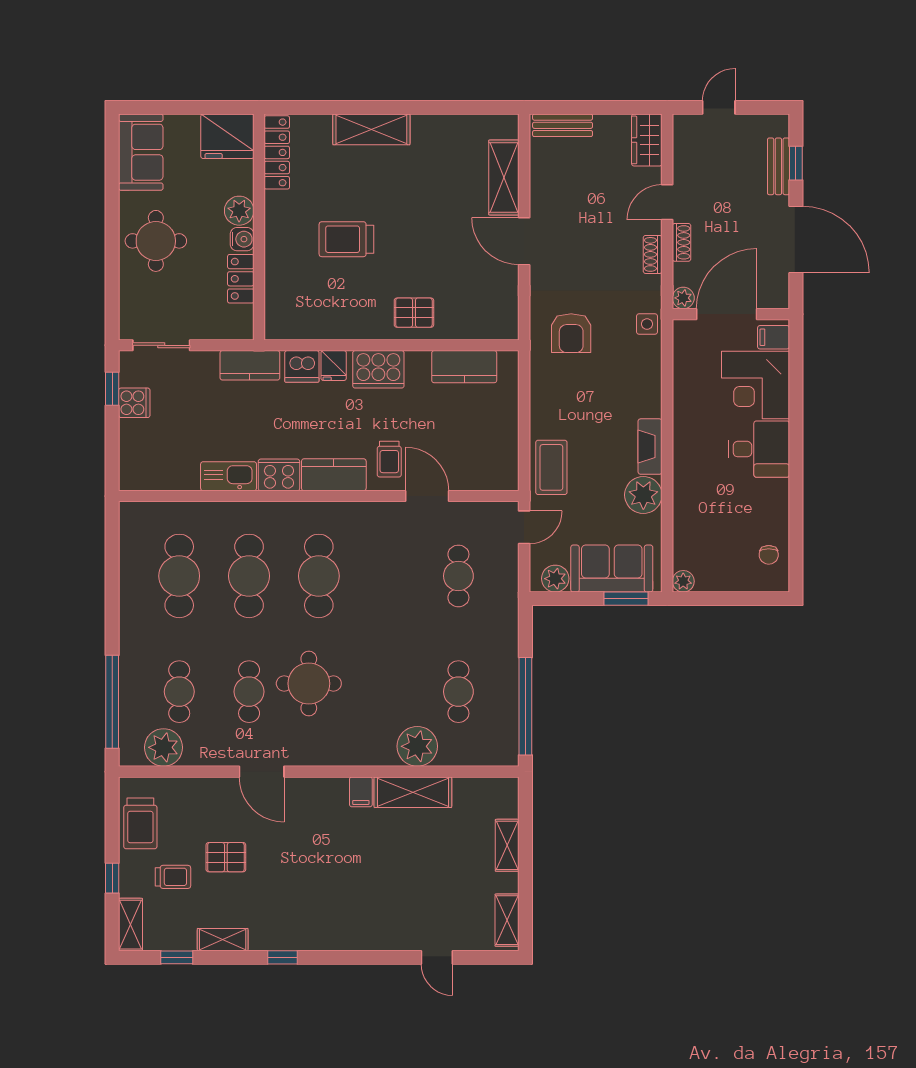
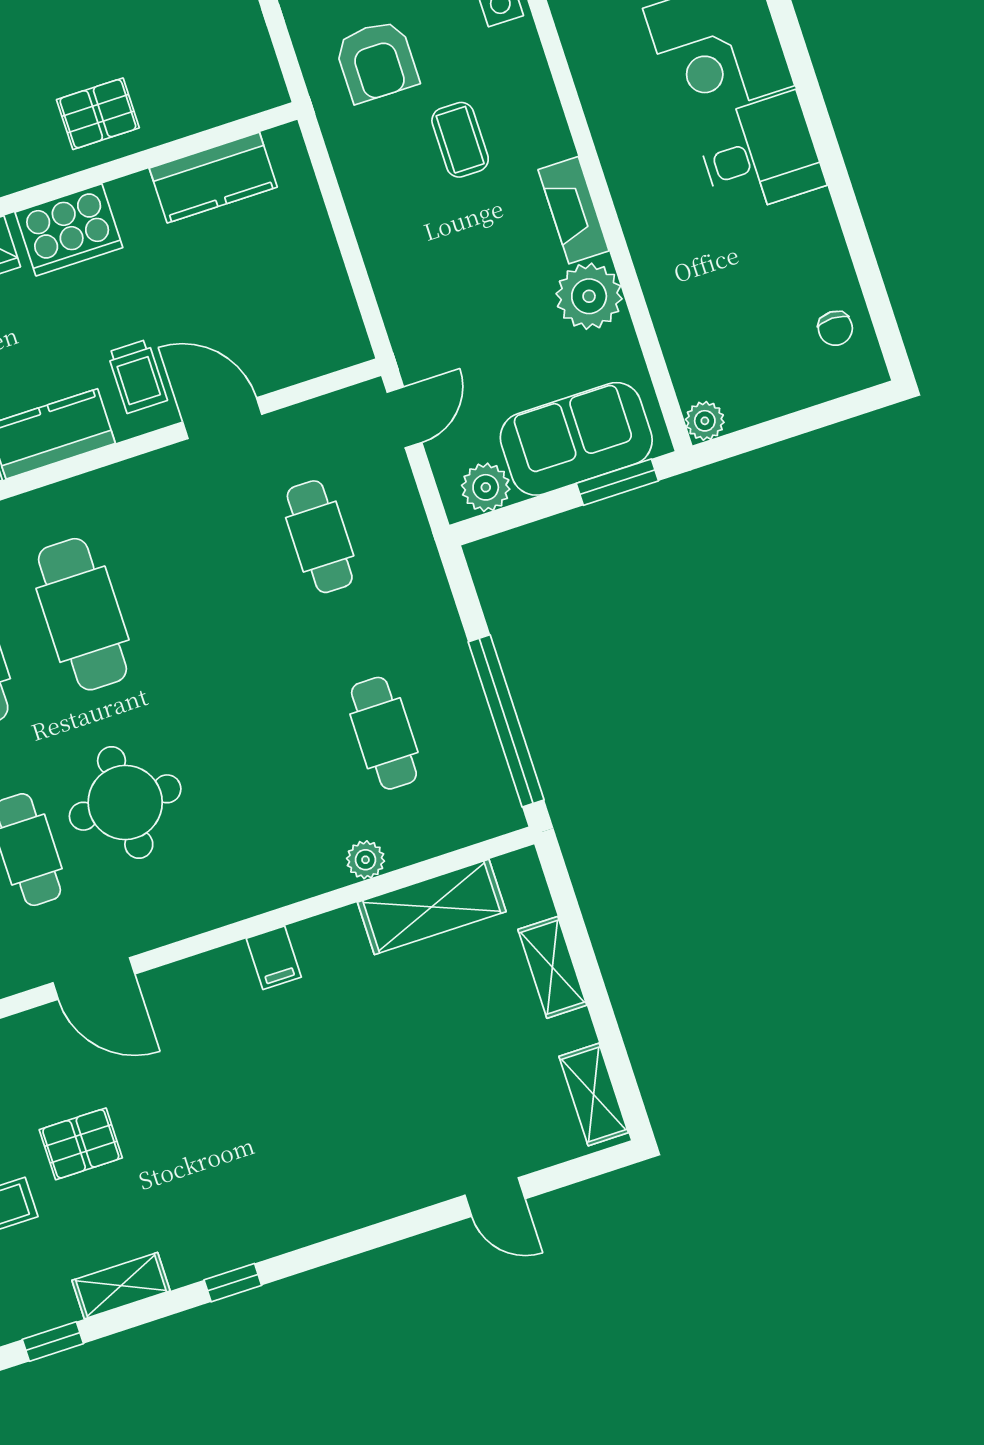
coffee table: (551, 467) -> (460, 140), moved, width x0.73, depth x0.77
plant: (417, 746) -> (365, 860), width x0.53, depth x0.53
shelving: (413, 792) -> (432, 907), moved

